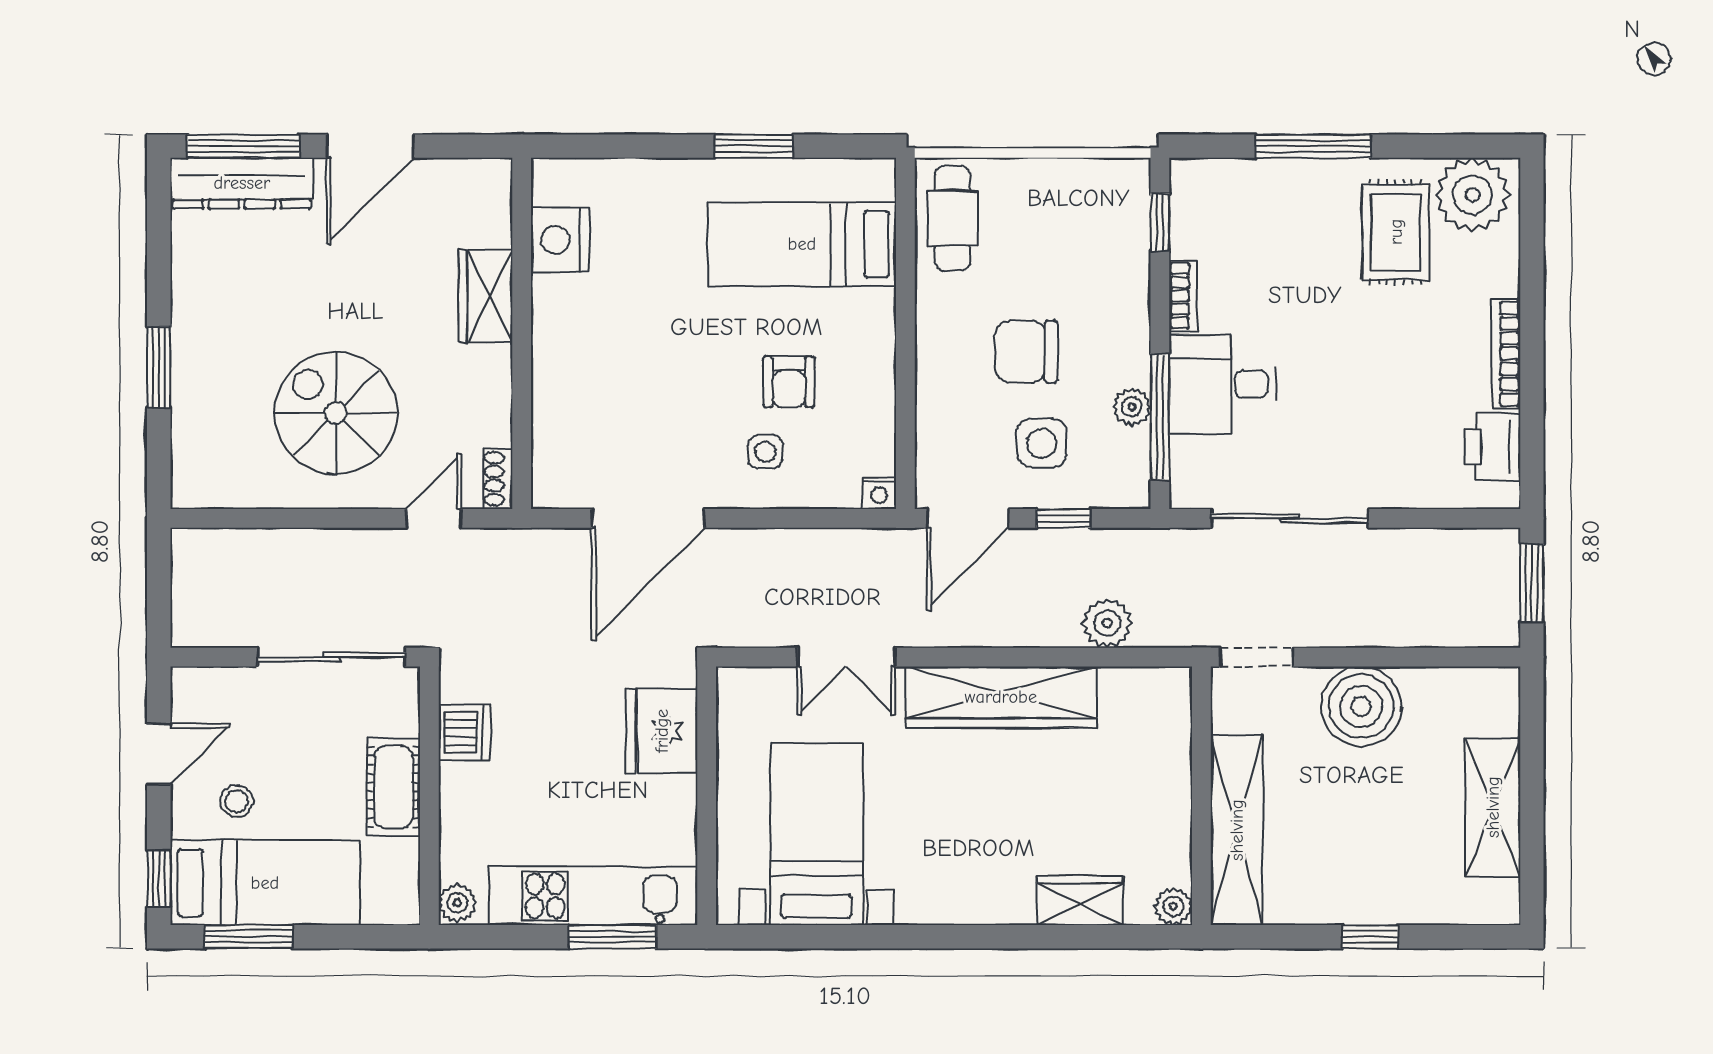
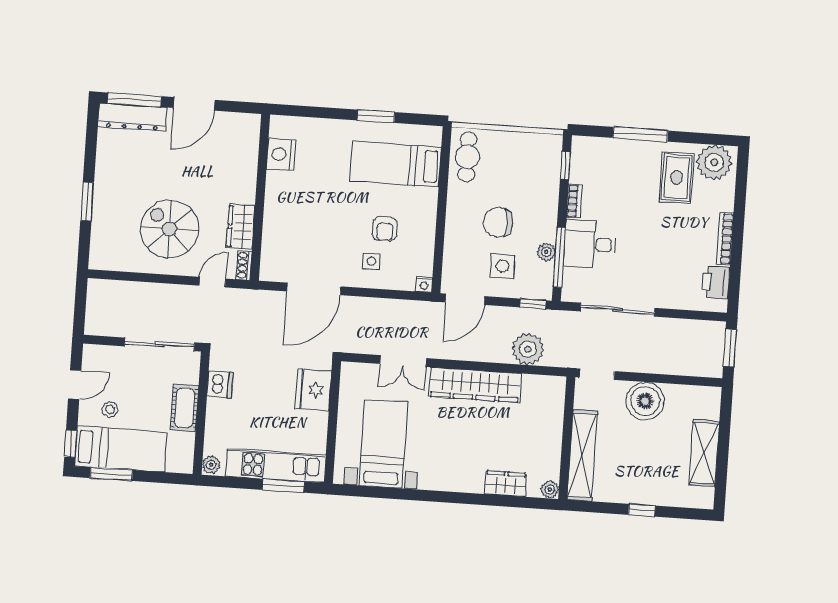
wardrobe: (486, 296) -> (241, 227), moved
window: (1063, 518) -> (533, 304), moved
plant: (1107, 623) -> (528, 349), width x1.36, depth x1.36

